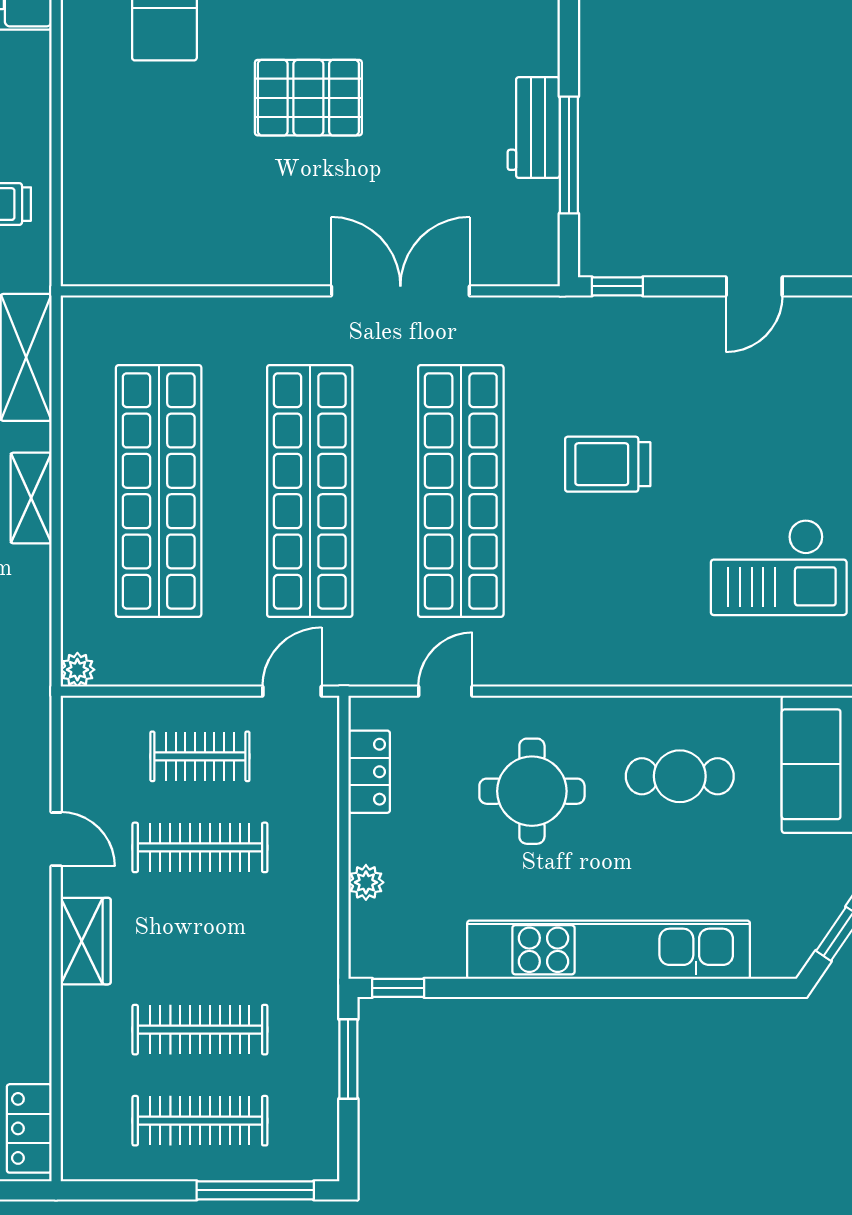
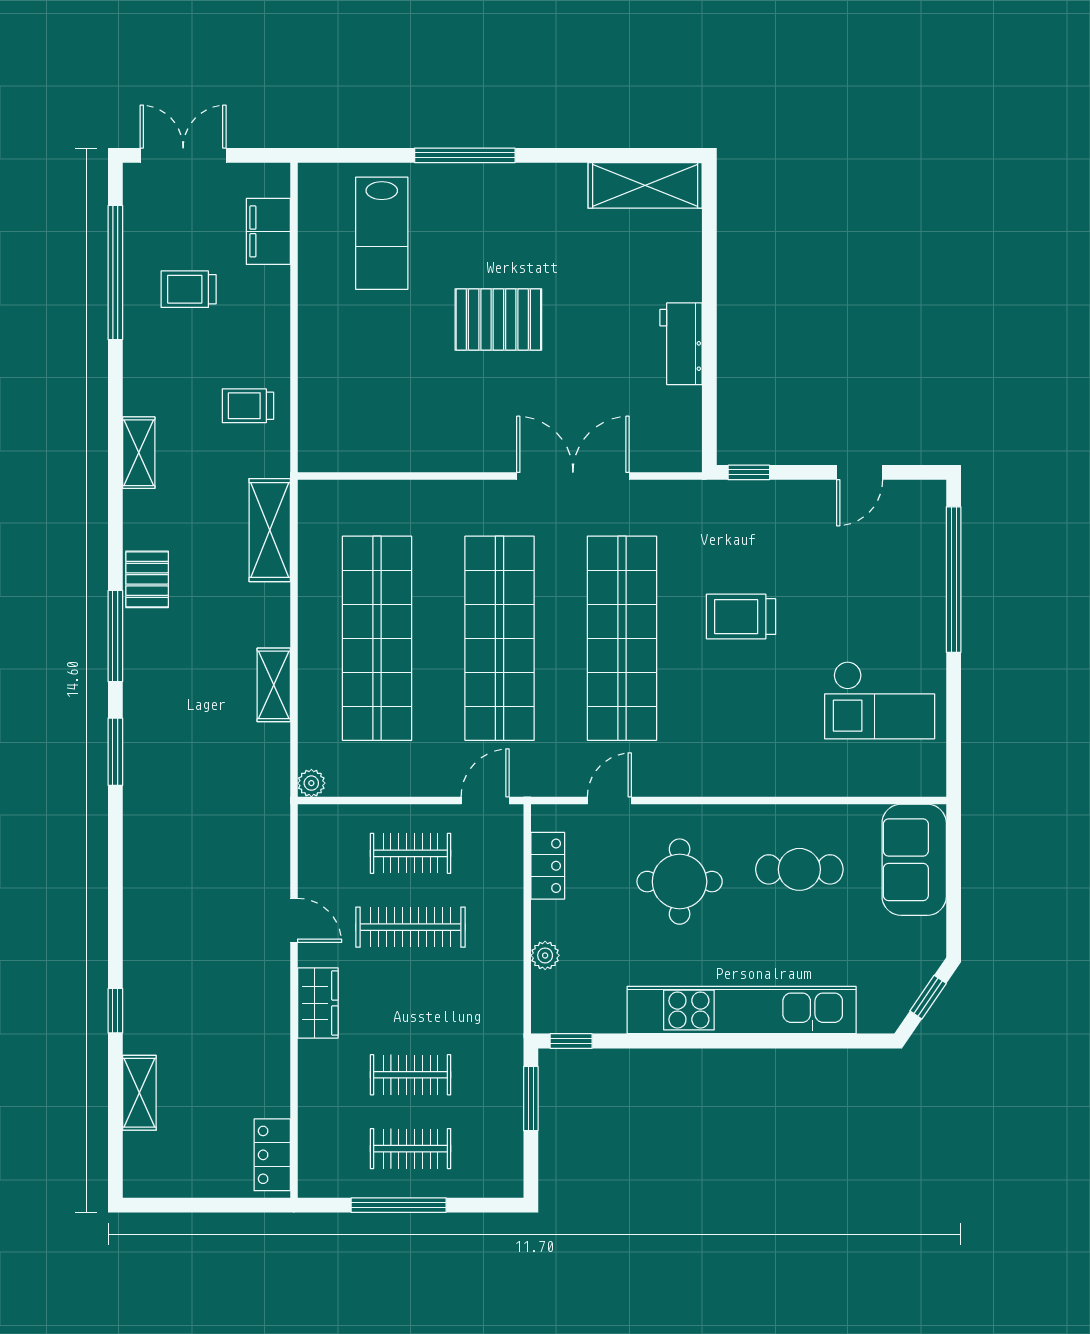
window: (569, 155) -> (709, 366), removed
shelving: (31, 498) -> (274, 685), moved
clothes rail: (200, 1030) -> (411, 1075), width x0.73
clothes rail: (200, 1121) -> (411, 1149), width x0.73
window: (255, 1190) -> (399, 1205), moved

